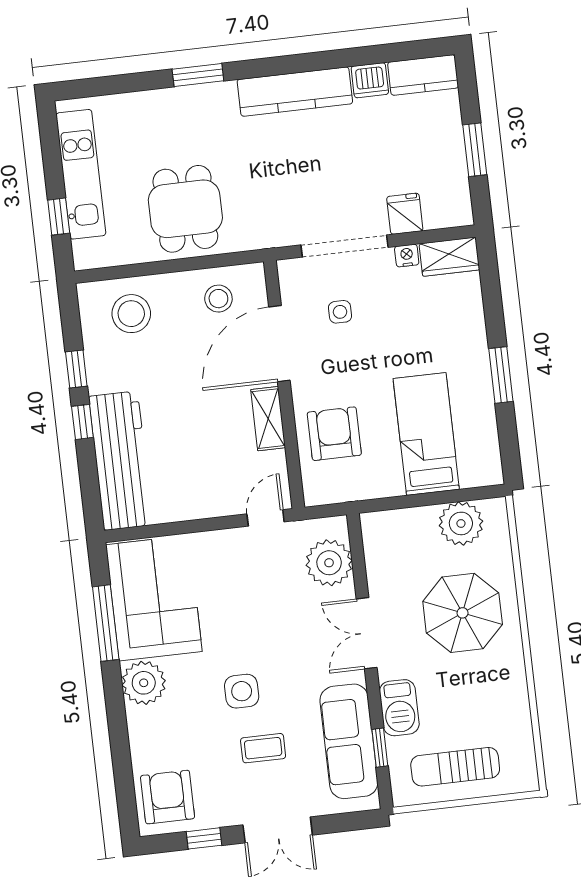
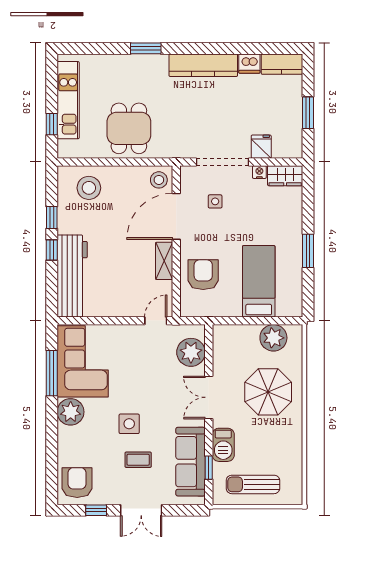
stool: (218, 299) -> (159, 180), moved

